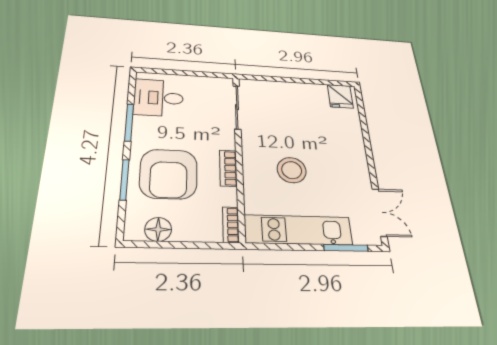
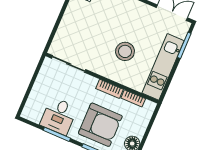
desk: (159, 98) -> (59, 116), moved
bookcase: (231, 225) -> (133, 98), moved

